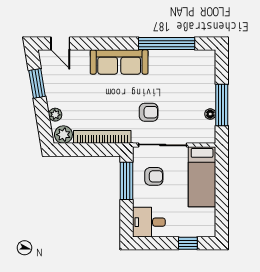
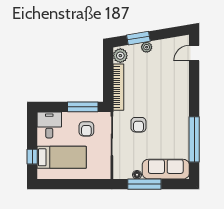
sofa: (119, 62) -> (166, 169), moved, turned 90
window: (37, 83) -> (138, 38), moved
plant: (55, 115) -> (147, 47), moved
bed: (202, 177) -> (62, 157), moved, turned 180

